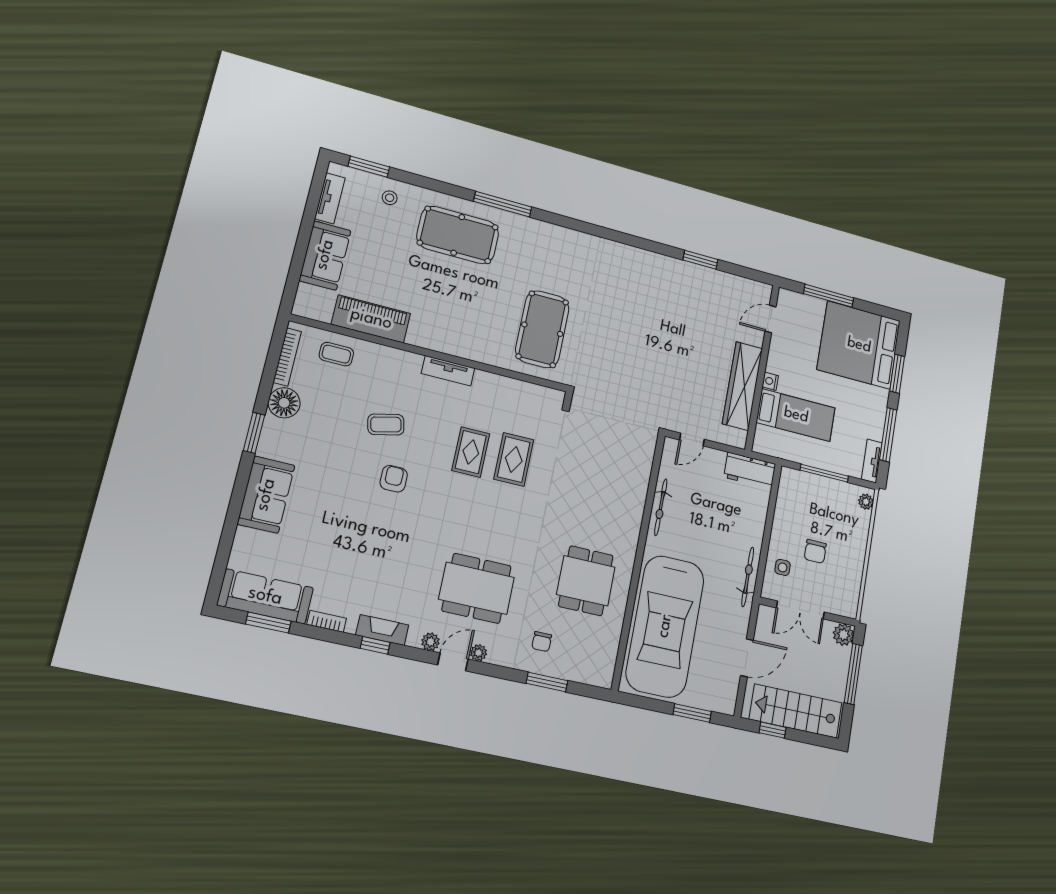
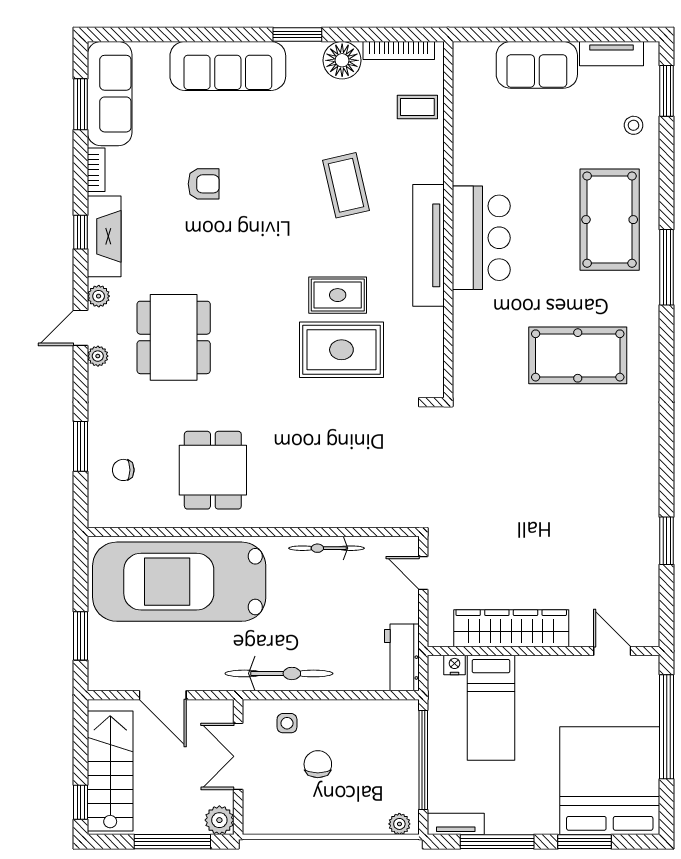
window: (829, 296) -> (667, 727), width x1.46
piano: (371, 319) -> (472, 138), removed
pool table: (542, 329) -> (578, 355), moved
bar counter: (450, 332) -> (481, 238), added
coffee table: (336, 354) -> (417, 107), turned 90
tv unit: (448, 371) -> (428, 245), width x1.92, depth x1.29
nightstand: (770, 381) -> (455, 665), moved
coffee table: (386, 424) -> (346, 185), width x1.36, depth x1.30
rug: (514, 459) -> (341, 350), width x1.36, depth x1.43
window: (824, 473) -> (423, 760), width x1.46
armchair: (394, 479) -> (204, 184), moved
sofa: (266, 495) -> (228, 66), width x1.36
chair: (815, 551) -> (318, 764), turned 90
bicycle: (748, 577) -> (279, 673), width x1.37, depth x1.40
dining table: (586, 581) -> (213, 470), turned 90
fireplace: (382, 630) -> (104, 236), width x1.37, depth x1.32
chair: (542, 642) -> (123, 470), moved
door: (453, 662) -> (81, 328), swing flipped
window: (772, 730) -> (81, 802), moved

